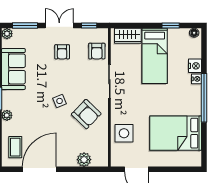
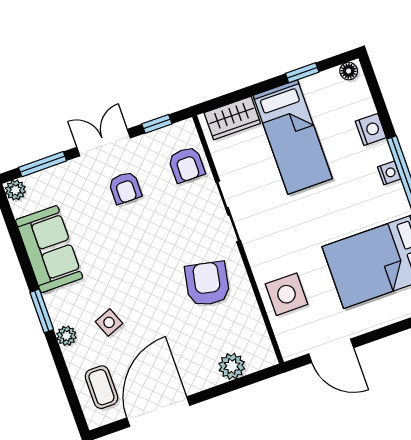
nightstand: (196, 79) -> (389, 173), moved
side table: (60, 101) -> (109, 322), moved
armchair: (86, 114) -> (207, 284), turned -123

